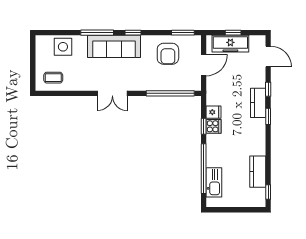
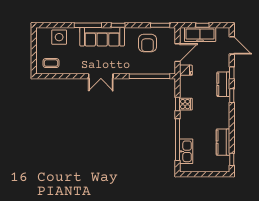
fridge: (213, 112) -> (186, 70), moved

